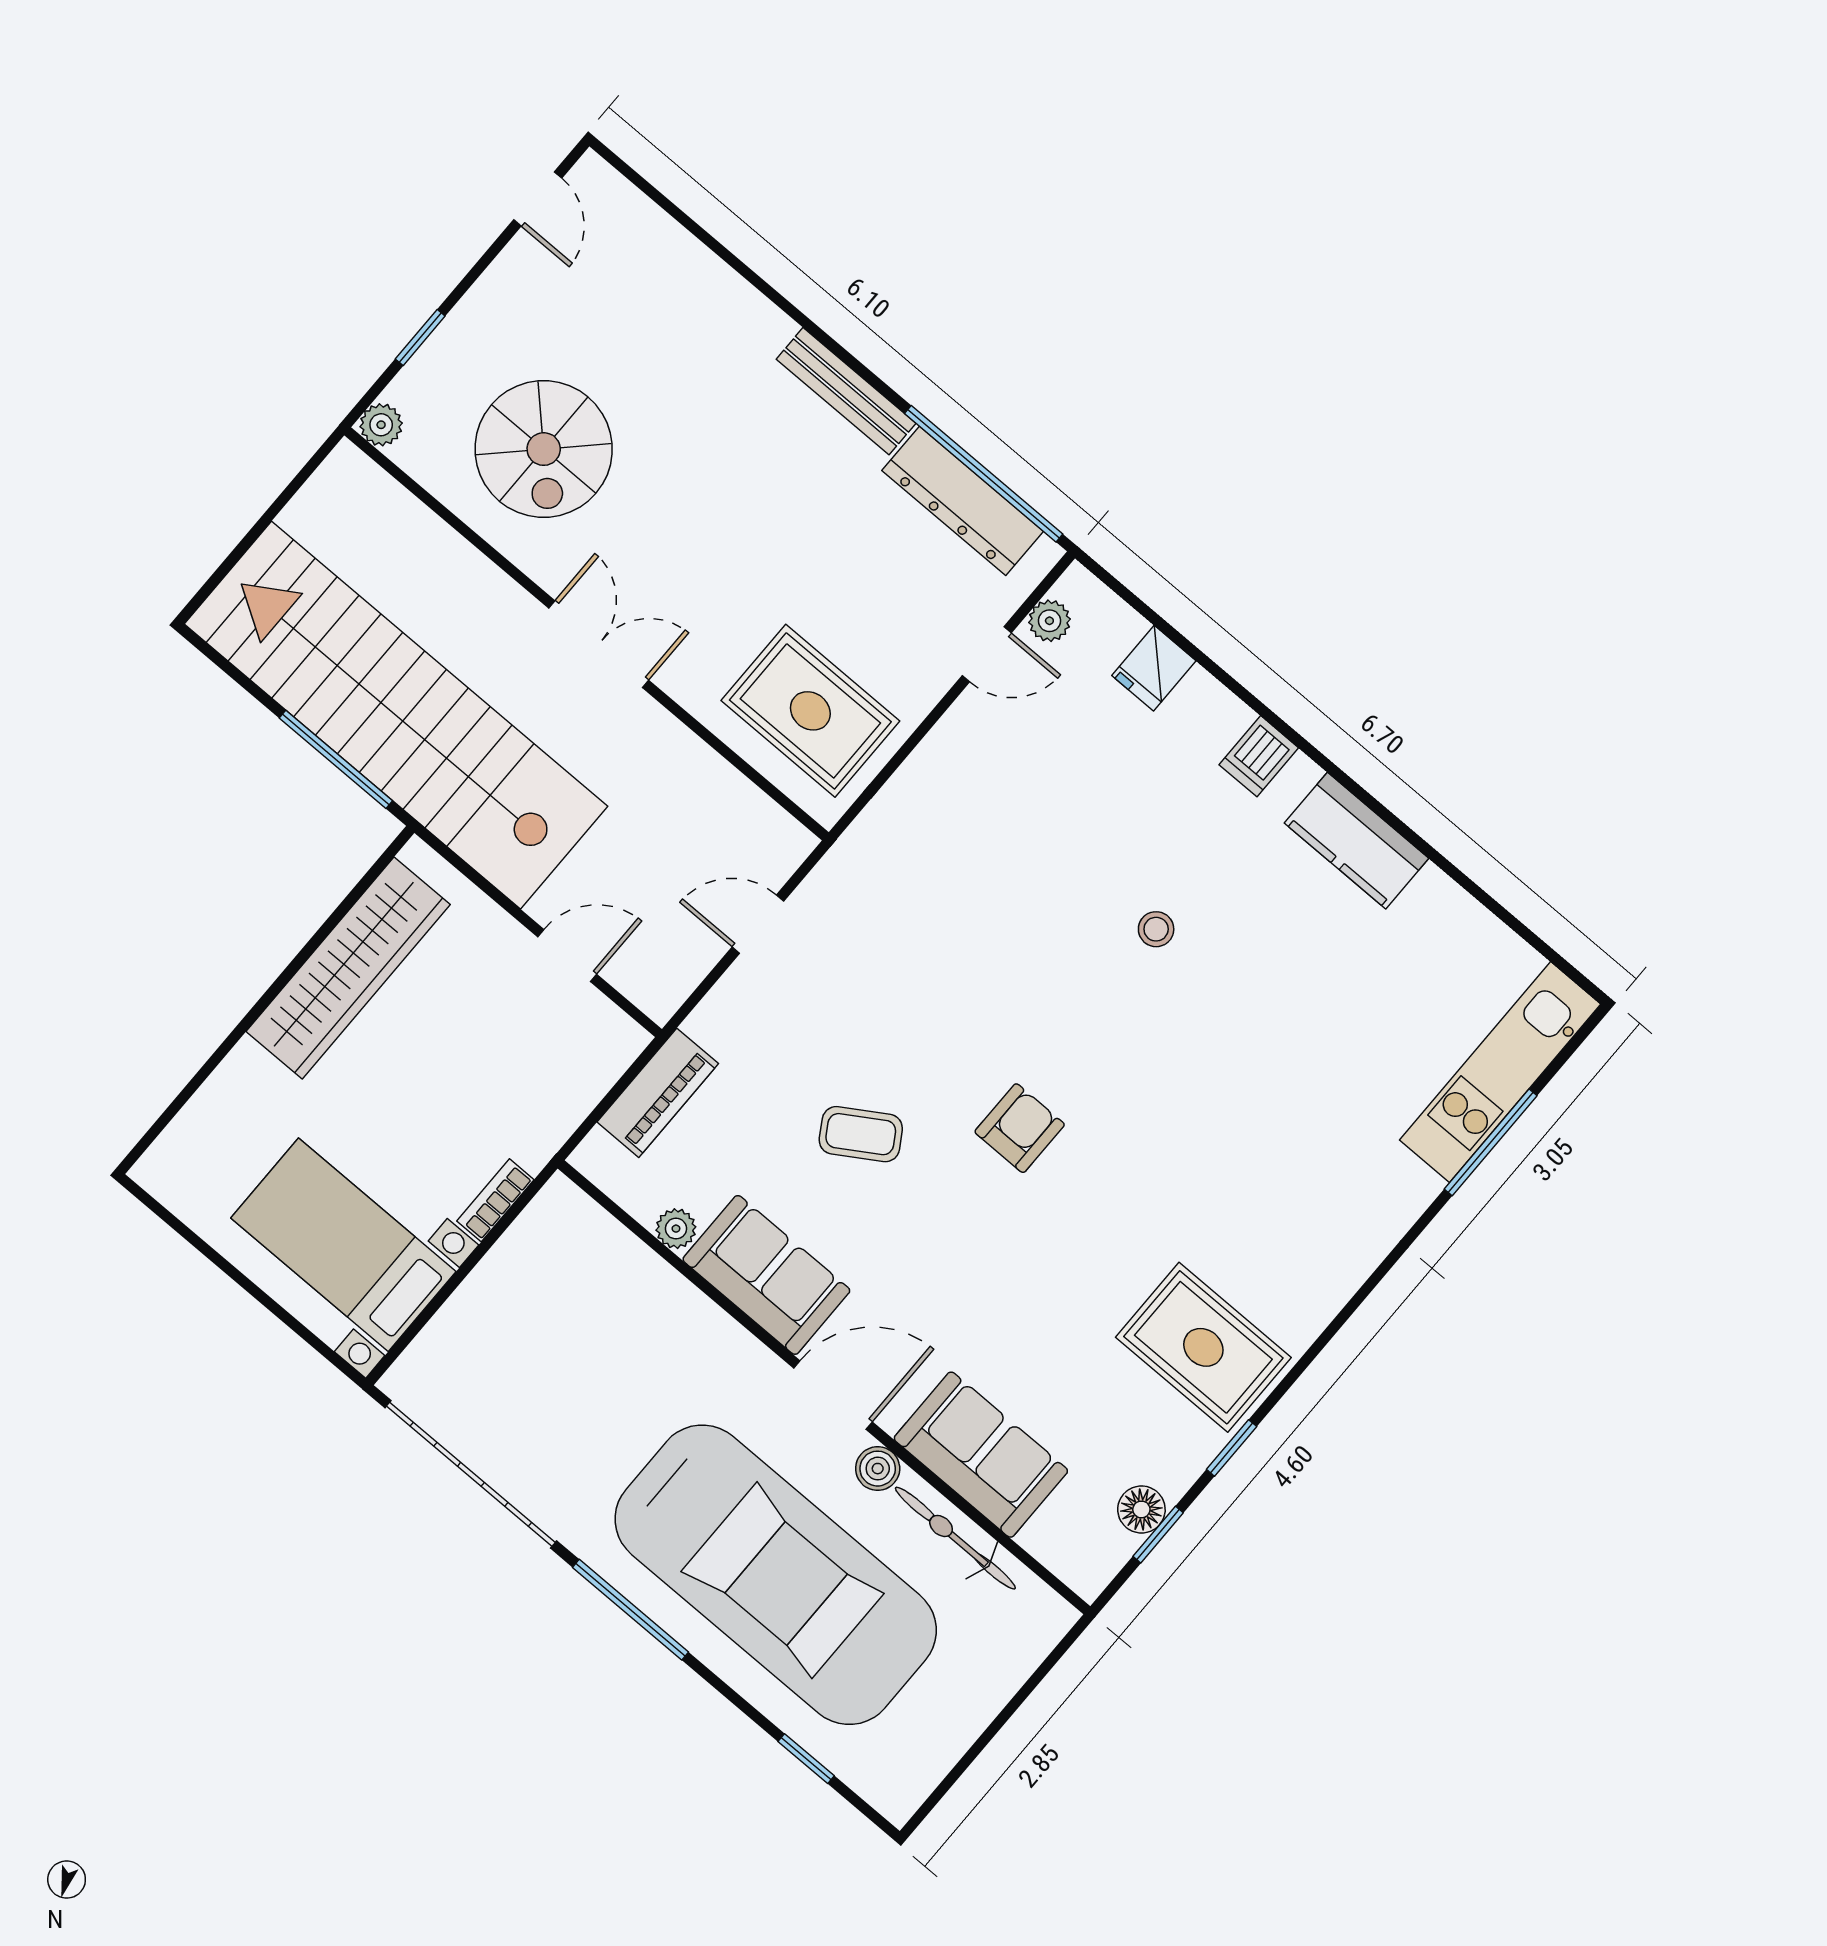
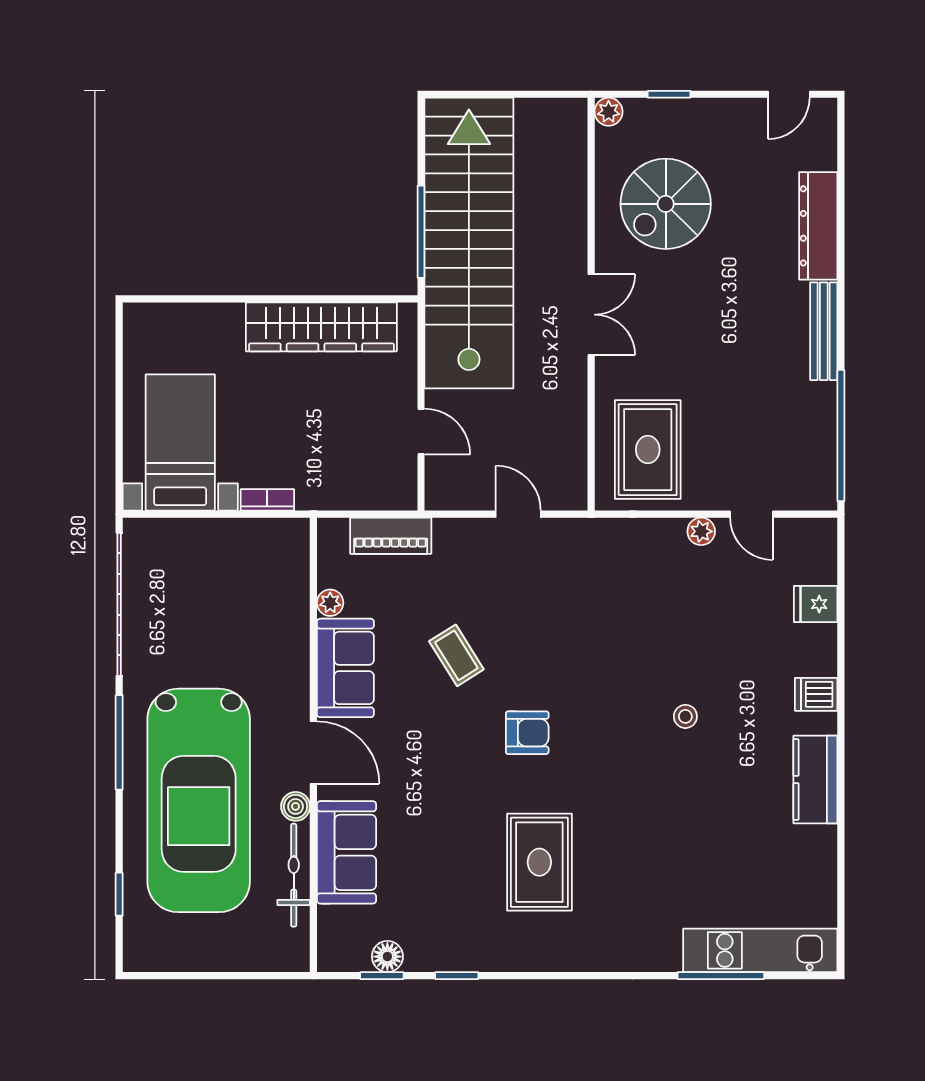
dresser: (963, 501) -> (818, 226), moved
plant: (1049, 621) -> (701, 531), moved
rug: (1203, 1347) -> (539, 862), moved

